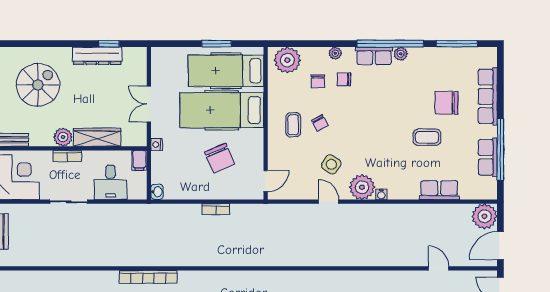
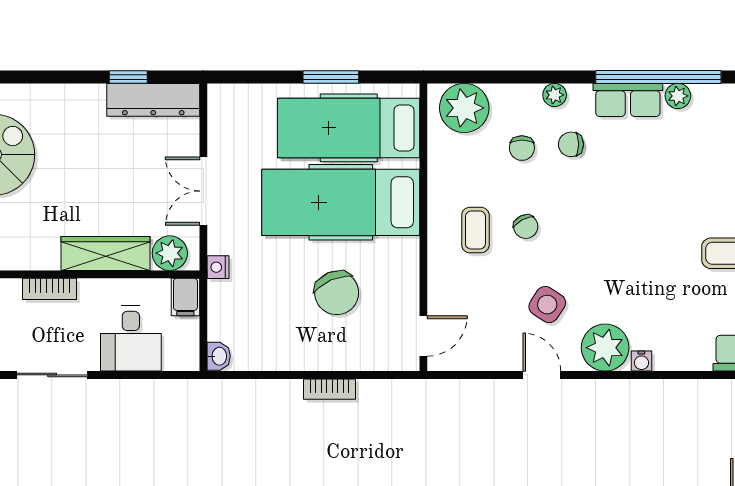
dresser: (97, 56) -> (153, 100), moved
plant: (63, 137) -> (170, 253), moved

